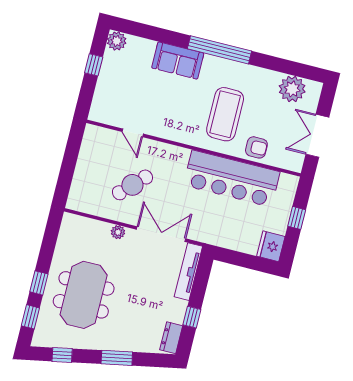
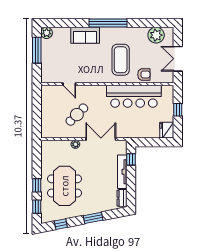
window: (94, 65) -> (37, 50), width x2.17
tv unit: (188, 272) -> (122, 172), moved
window: (192, 317) -> (131, 159), moved

